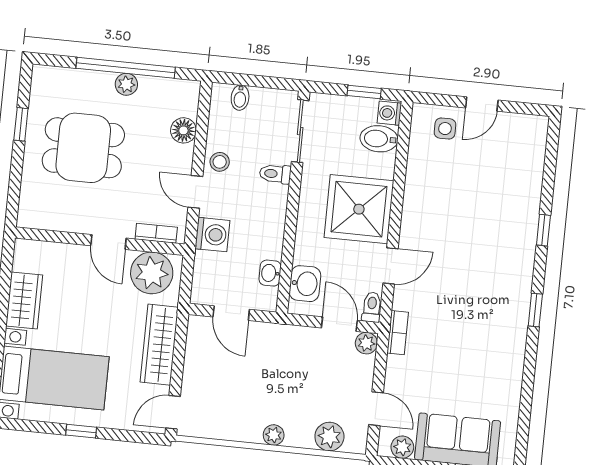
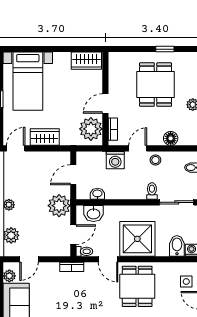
dining table: (445, 218) -> (137, 286), added
wardrobe: (24, 301) -> (86, 61), moved
plant: (366, 343) -> (59, 206), moved, width x1.88, depth x1.88
wardrobe: (159, 345) -> (45, 137), width x0.67
door: (173, 412) -> (16, 148), hinge flipped

